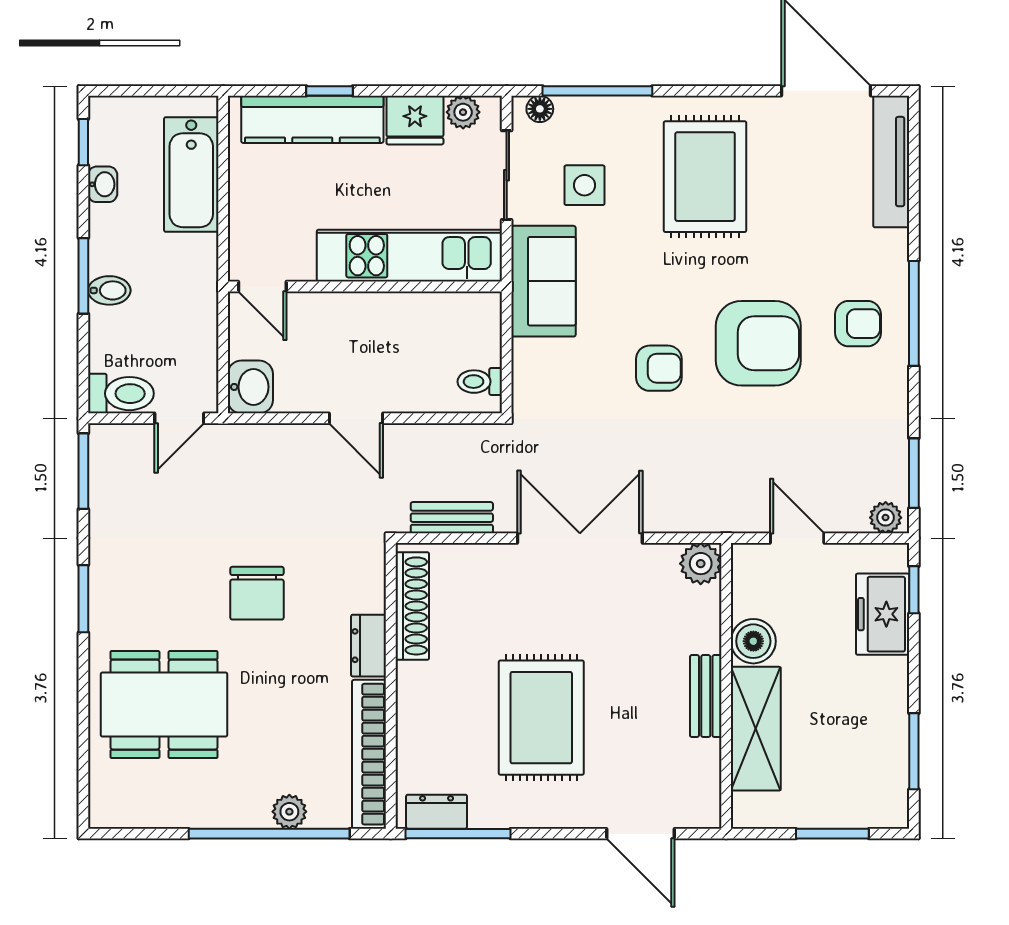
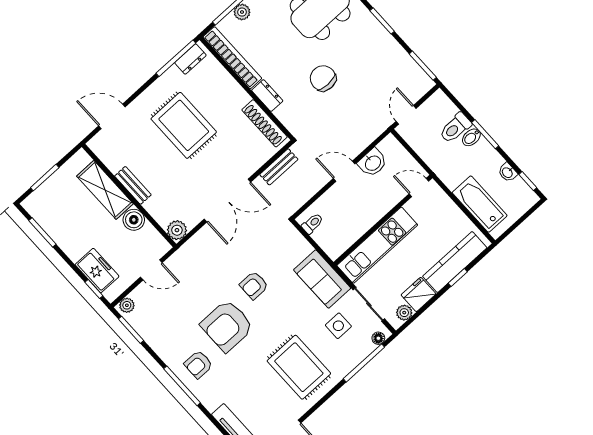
washbasin: (250, 387) -> (373, 163), moved, turned -90
toilet: (121, 394) -> (455, 128), moved

